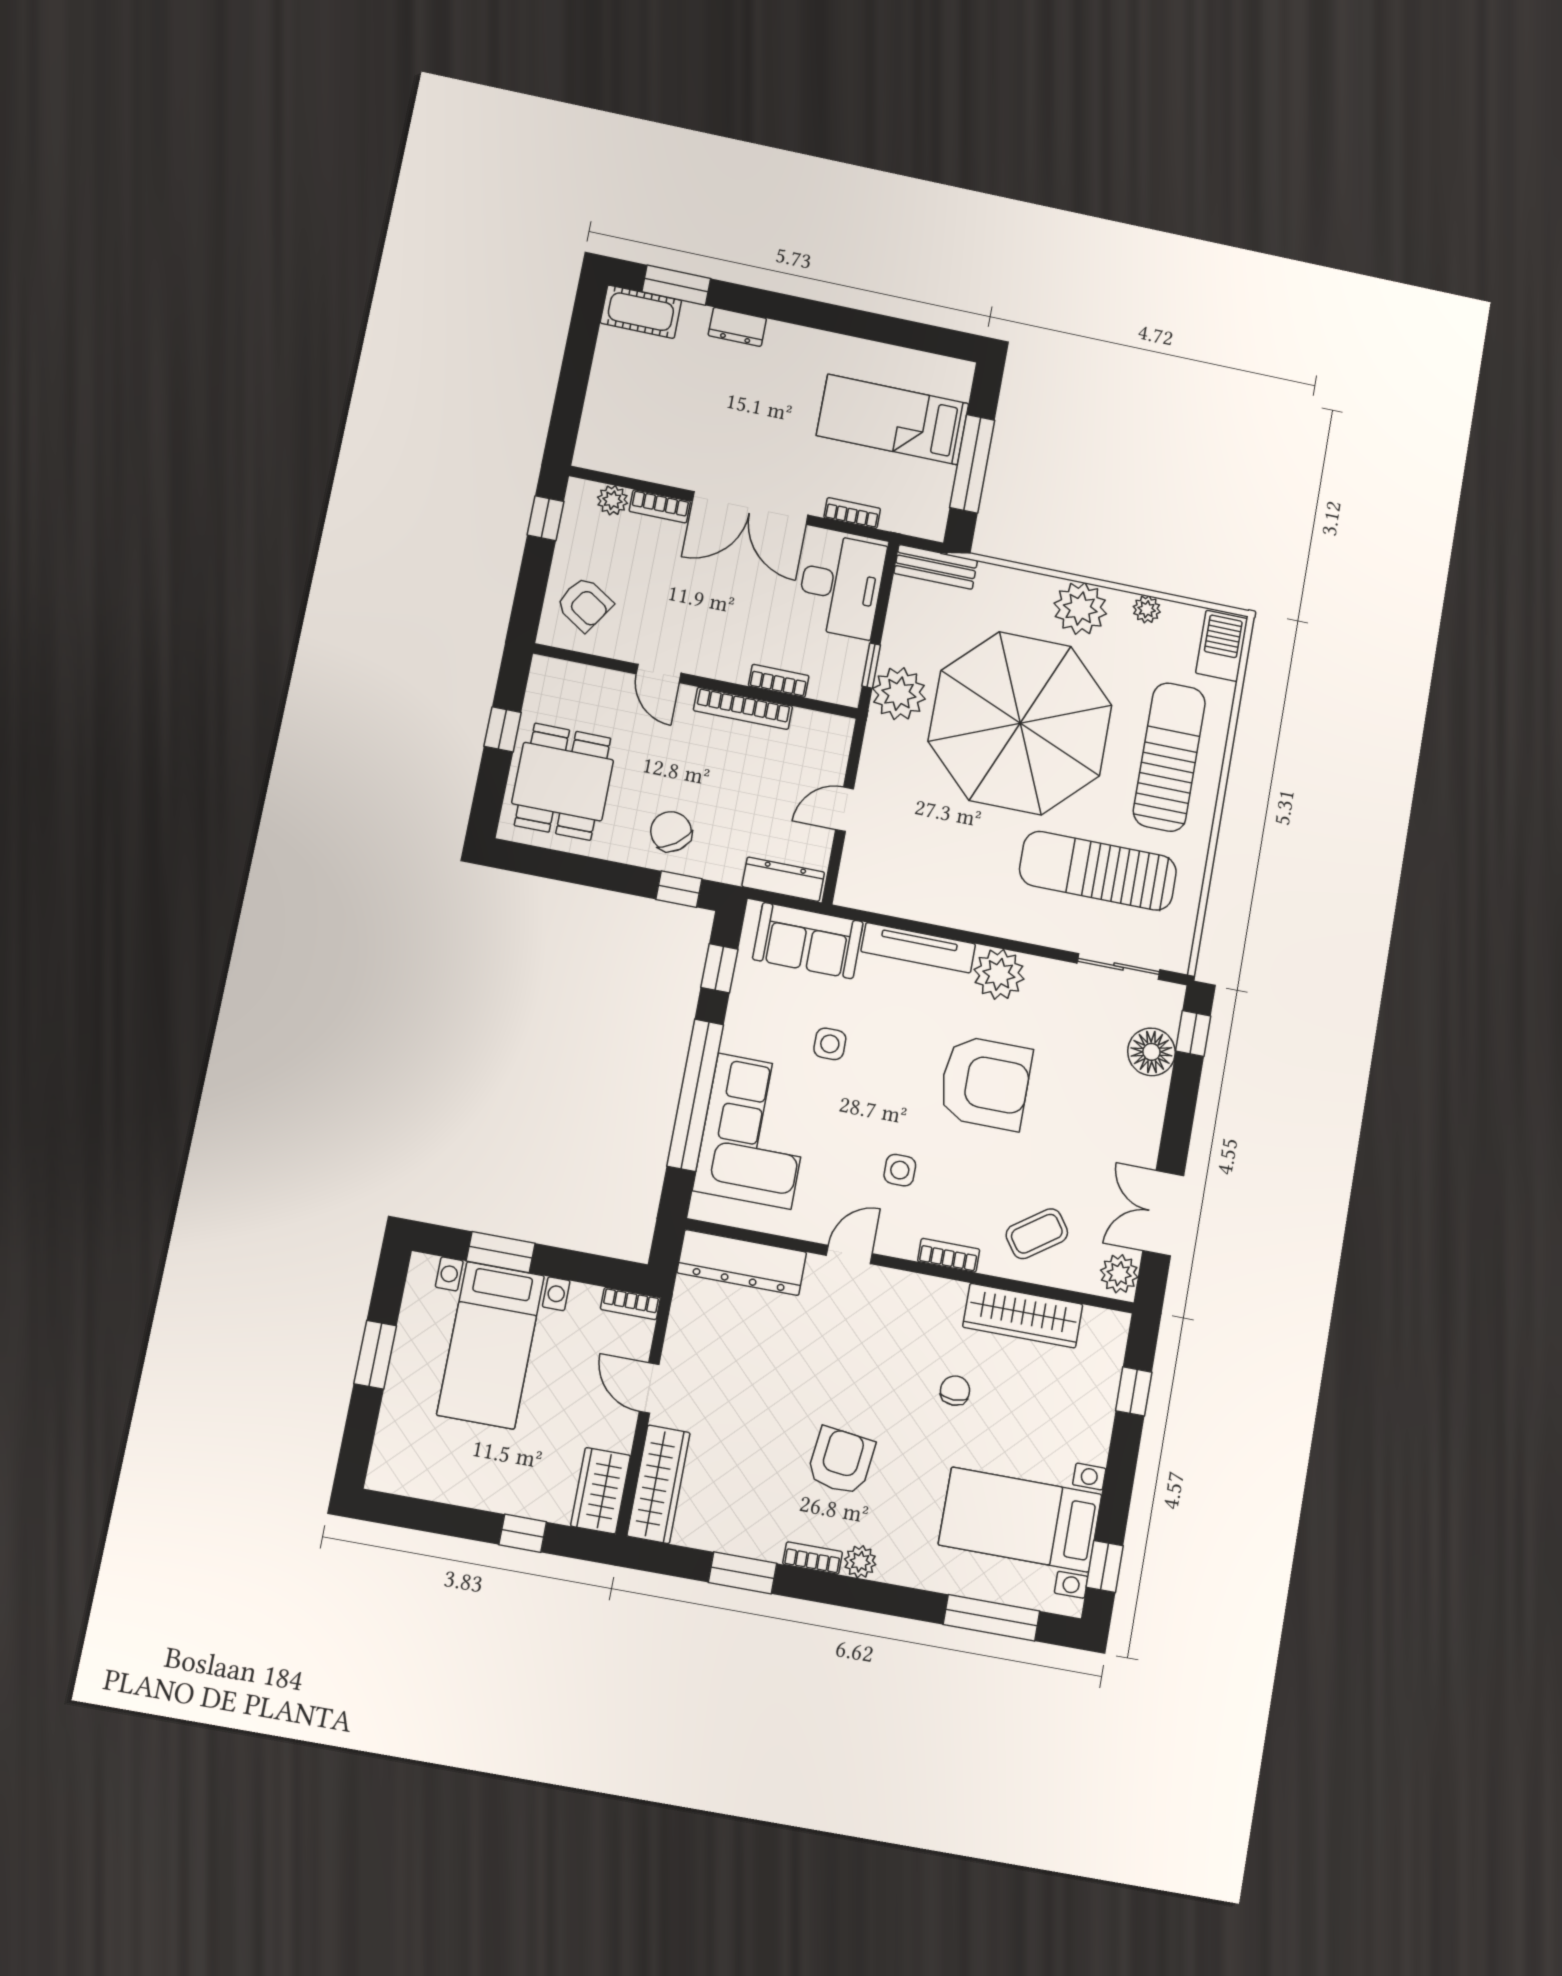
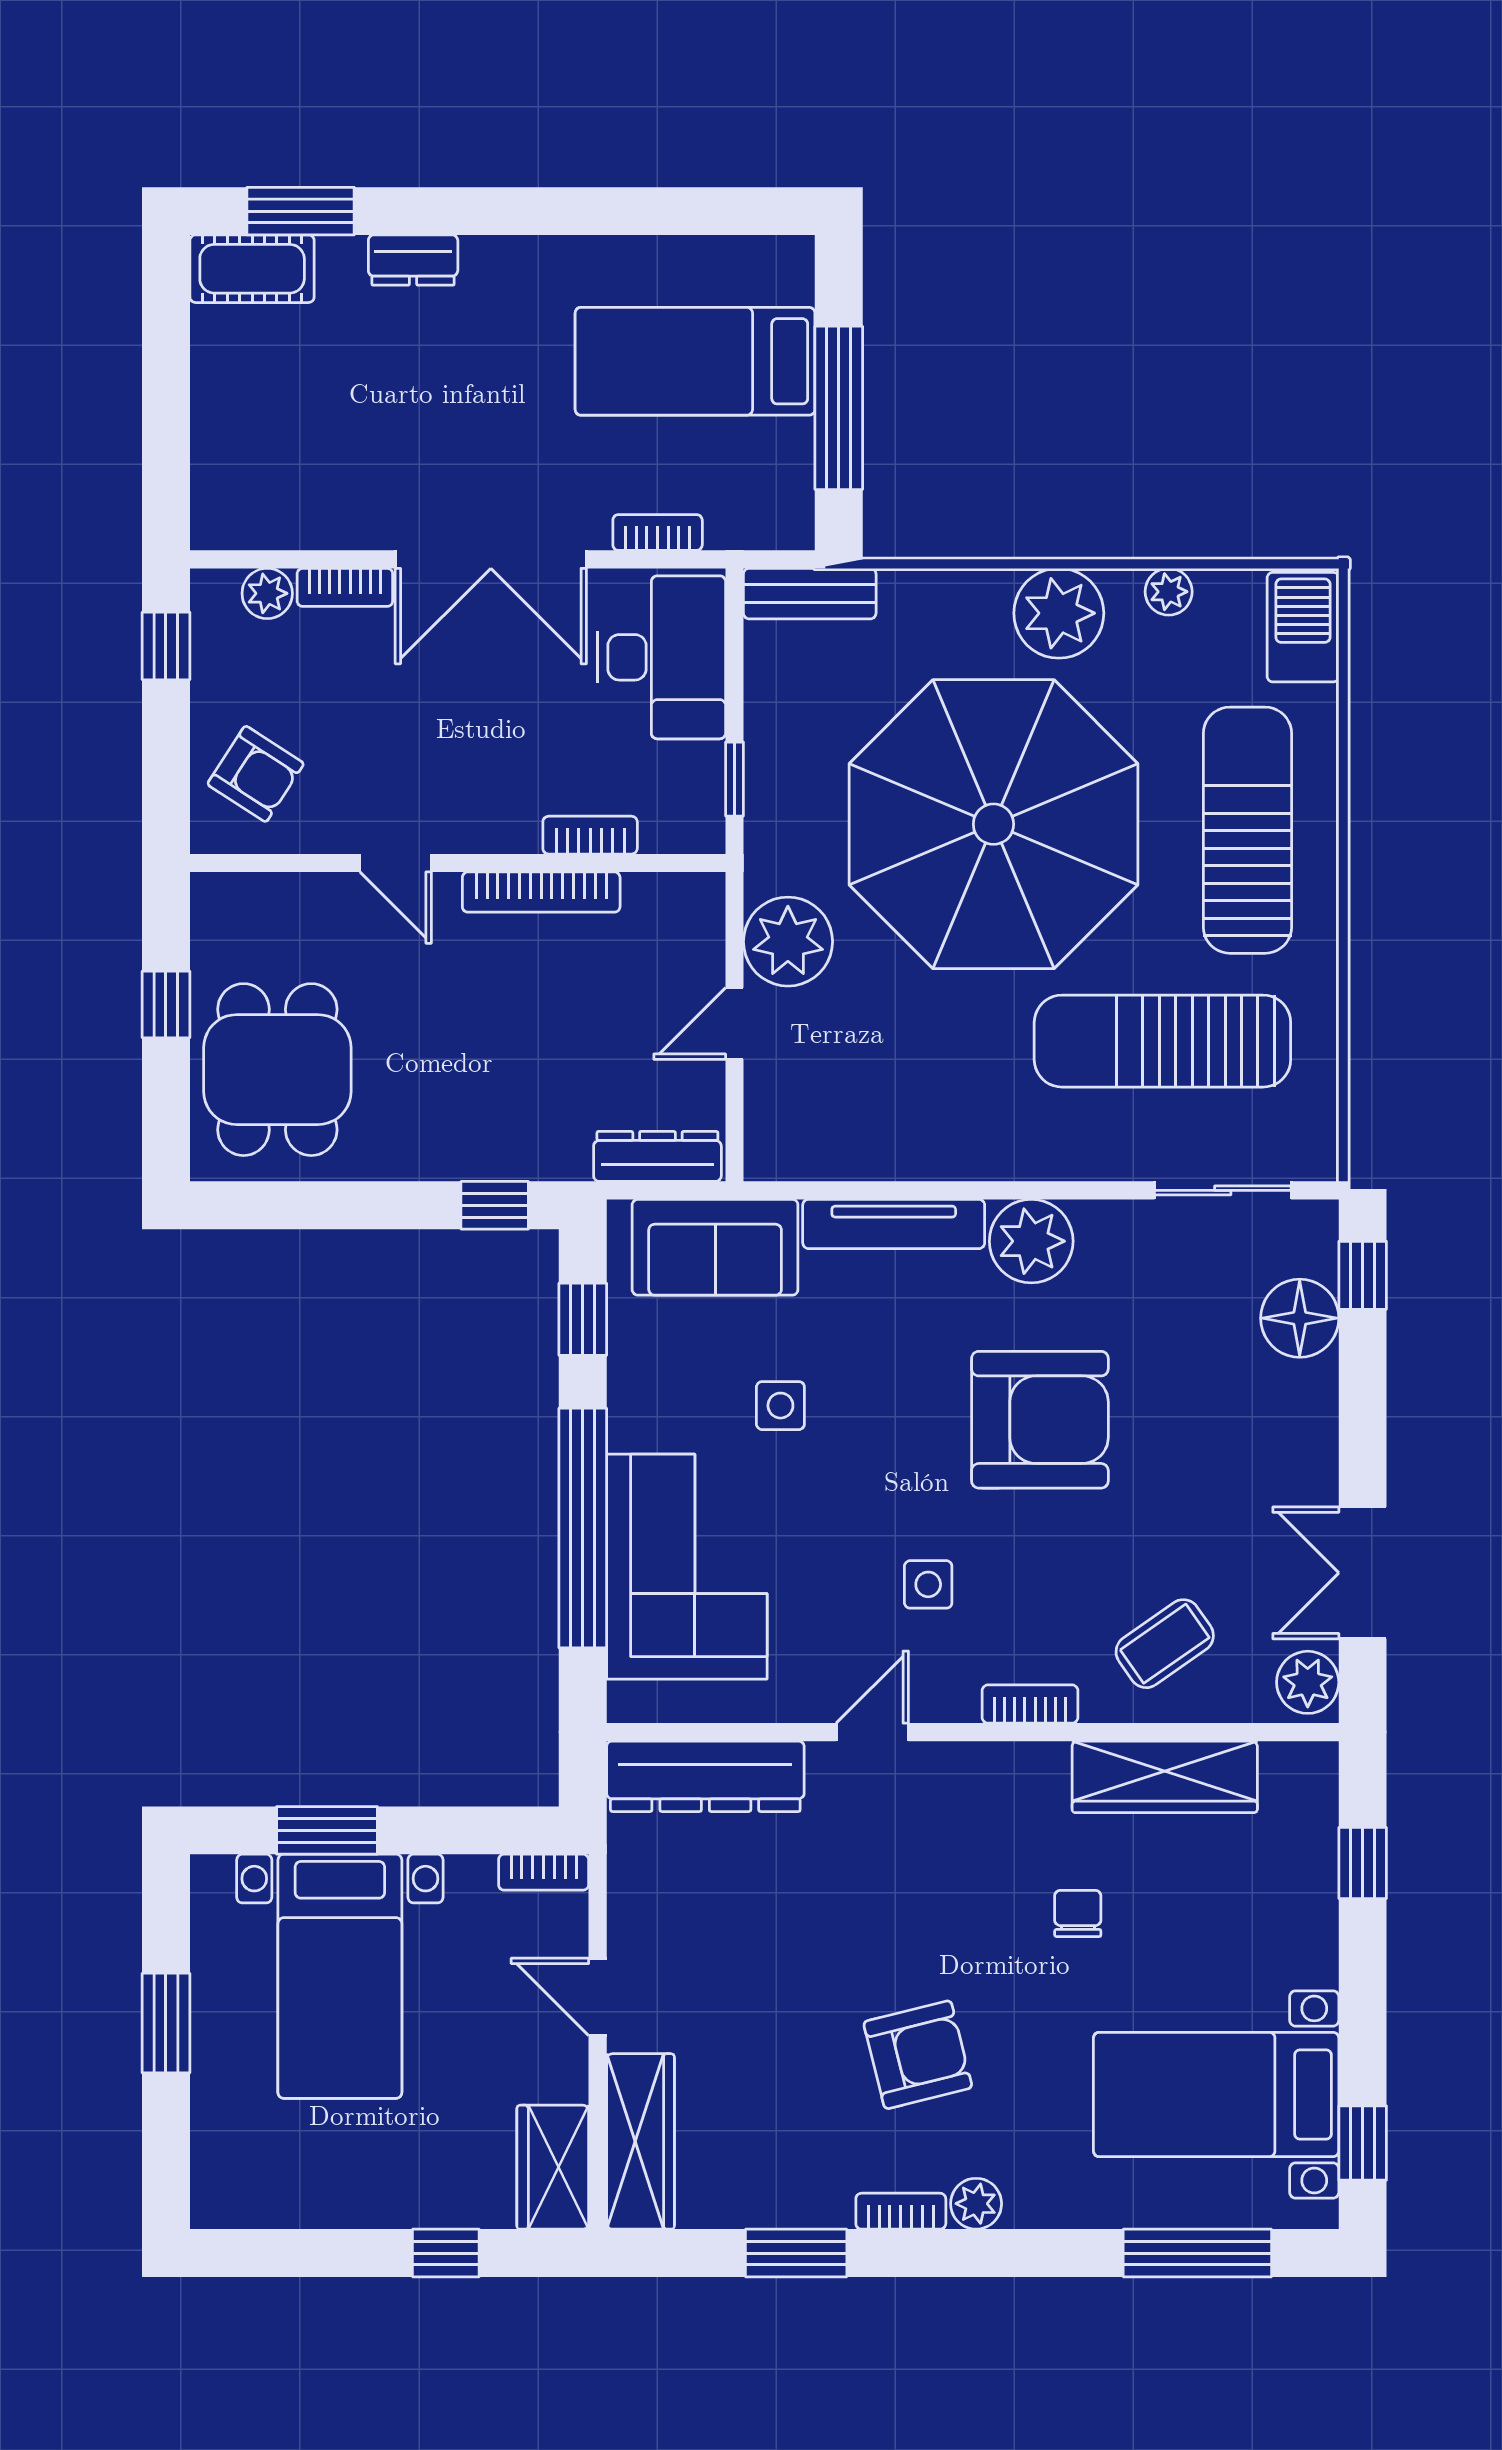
plant: (899, 694) -> (788, 942), moved
chair: (671, 832) -> (464, 1115), removed
armchair: (841, 1461) -> (918, 2055), turned 69

